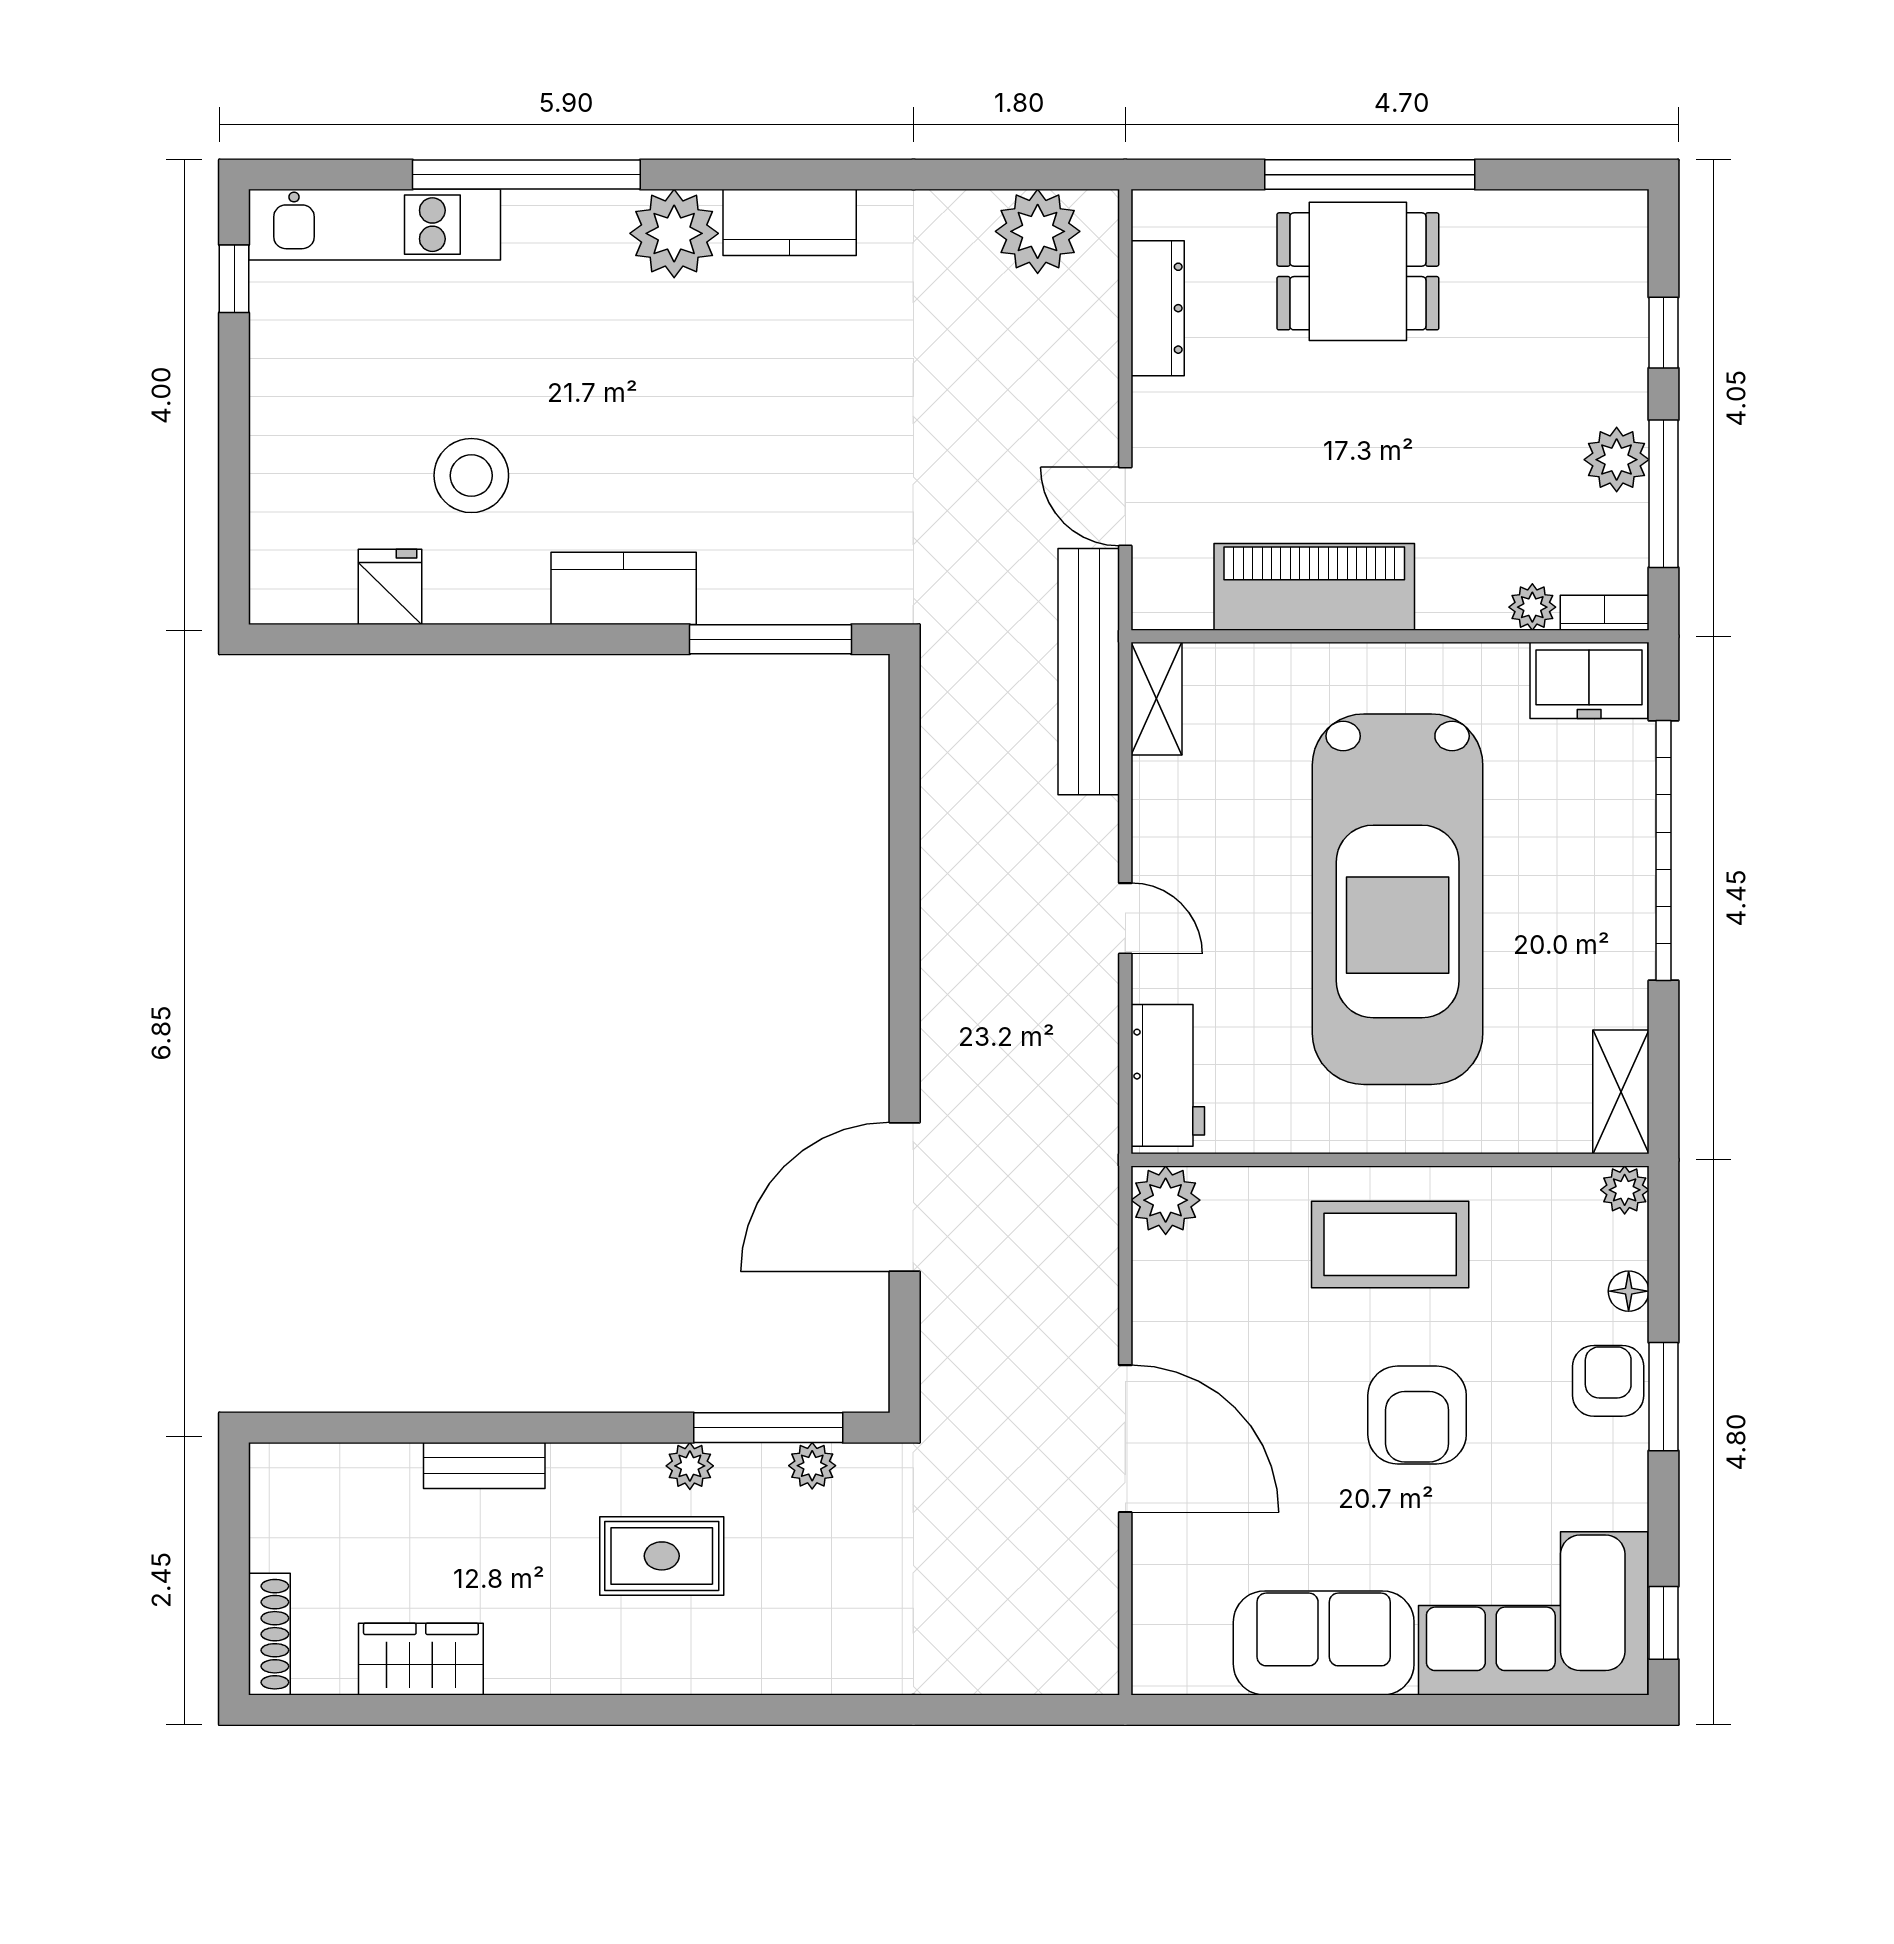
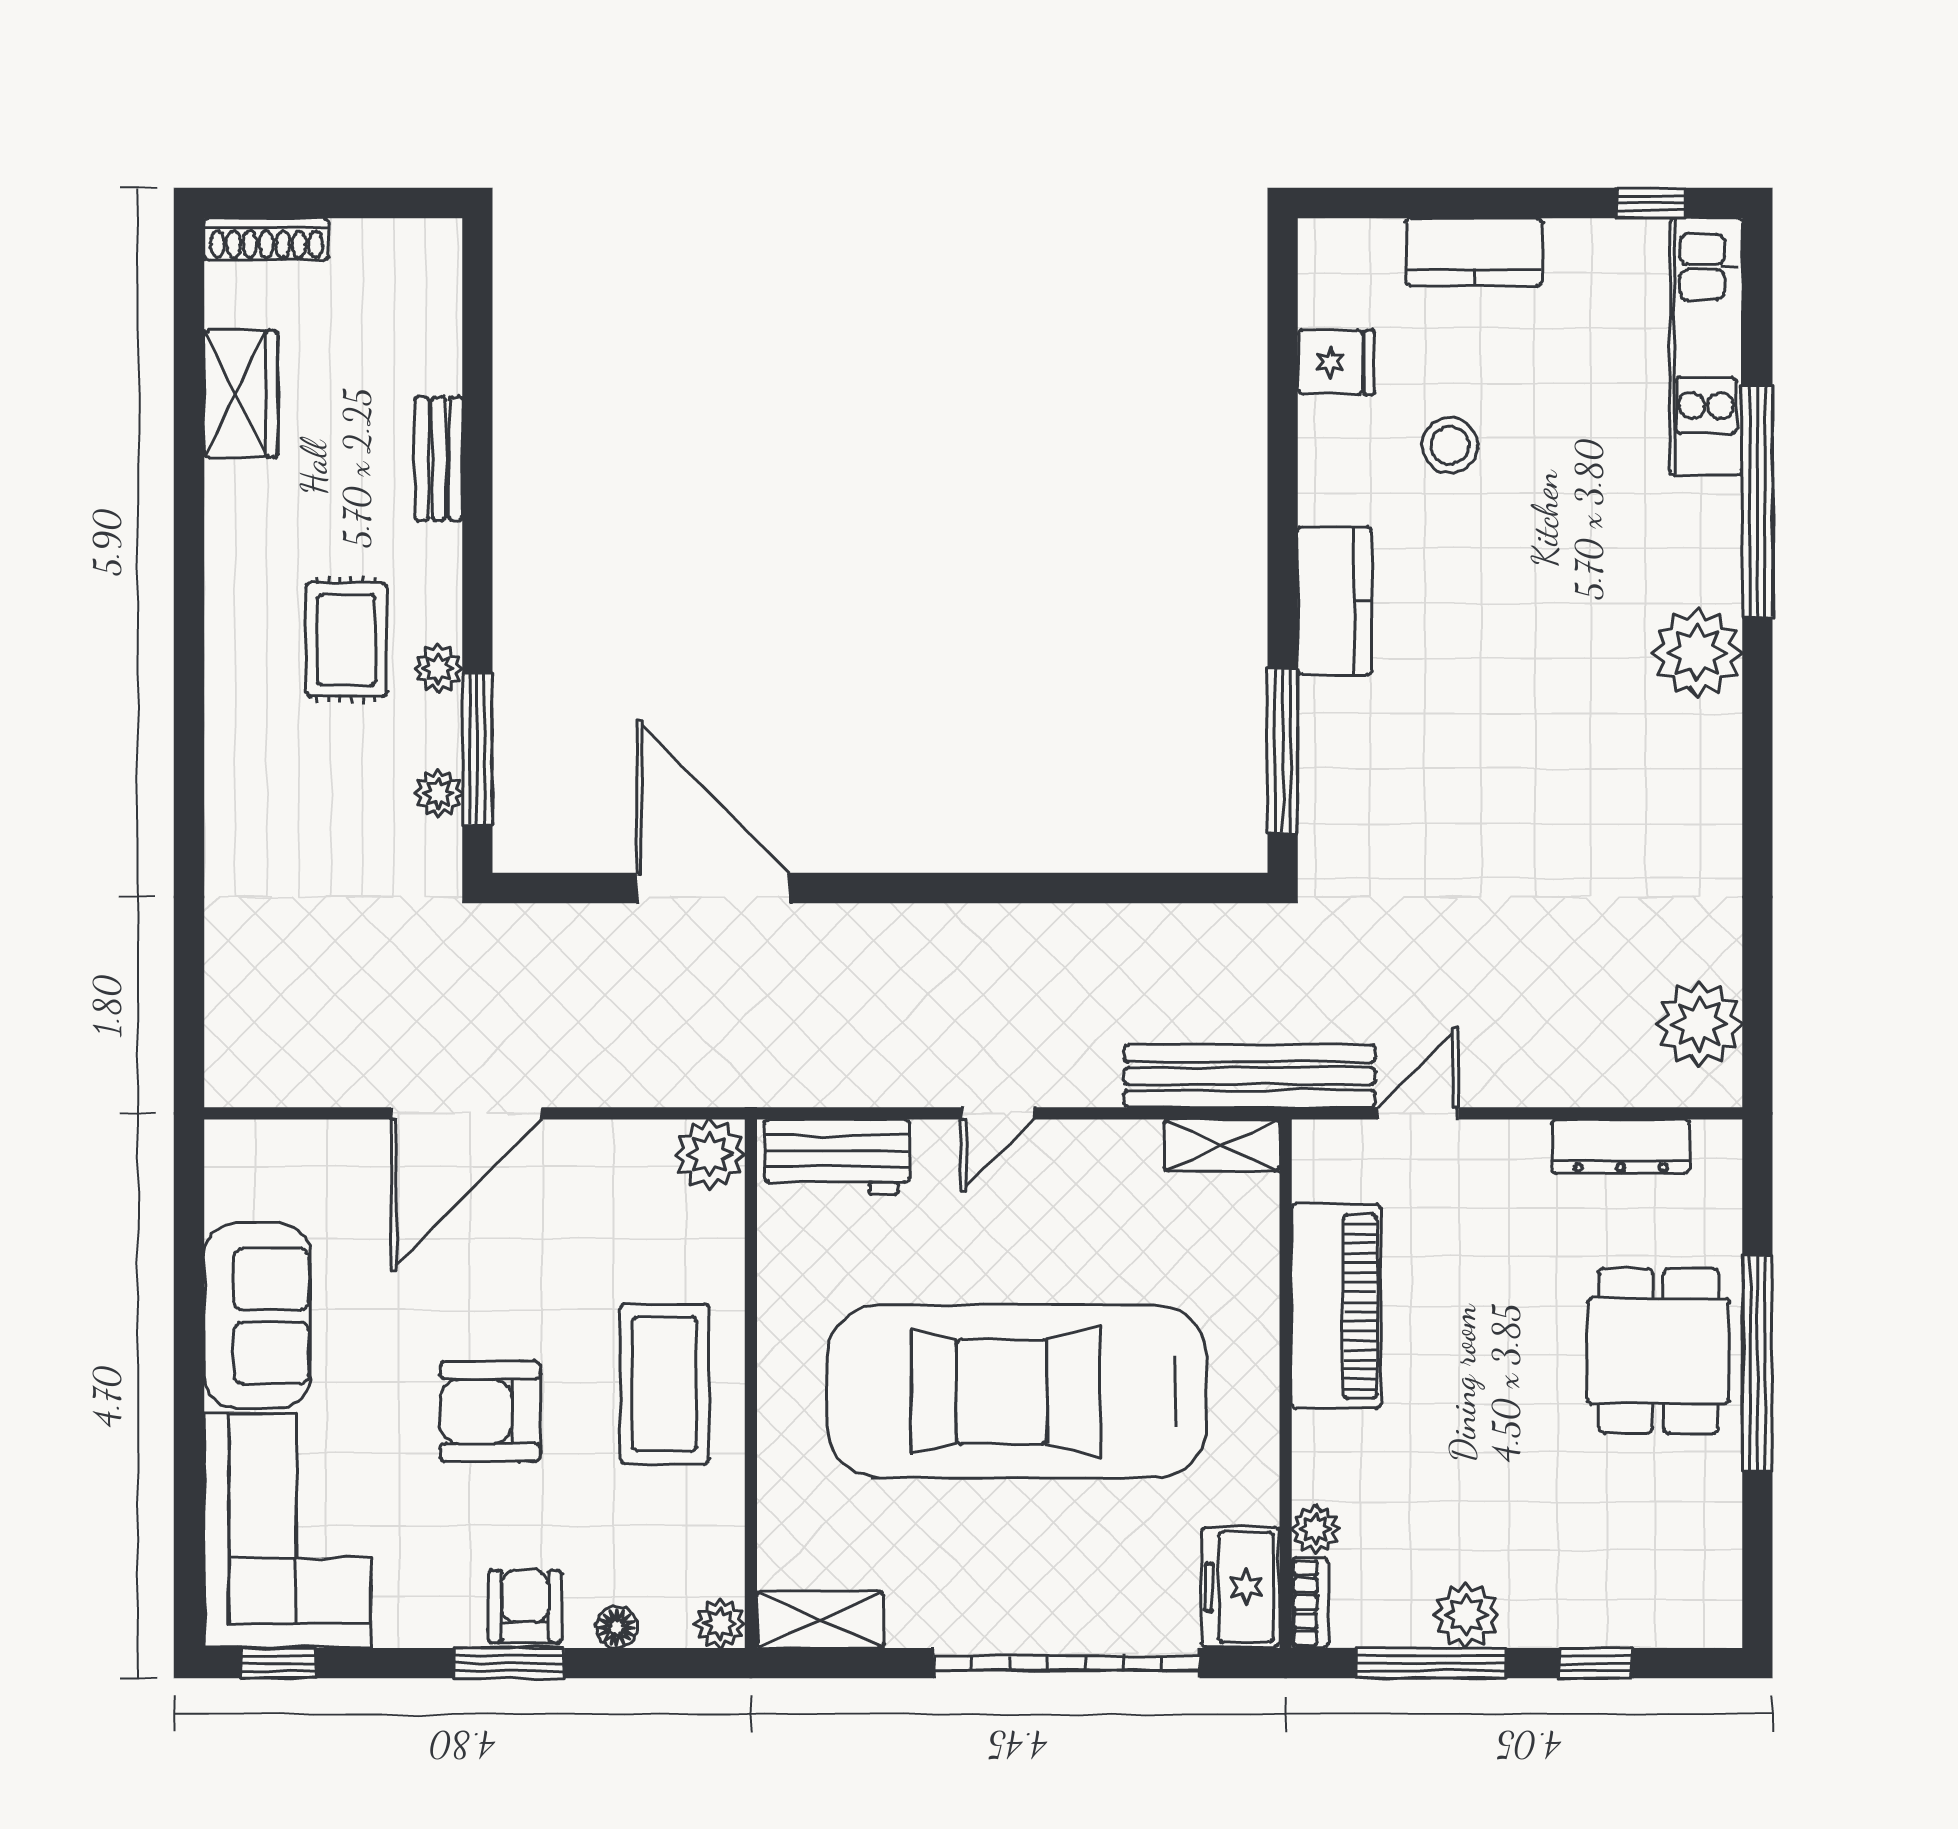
kitchen counter: (790, 222) -> (1474, 252), moved, turned -90
stool: (471, 476) -> (1450, 445), width x0.73, depth x0.73
armchair: (1608, 1381) -> (525, 1607), turned -90

